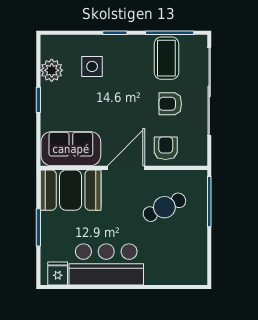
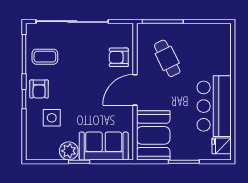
coffee table: (166, 58) -> (45, 57), width x0.73, depth x0.77
plant: (52, 70) -> (69, 151), moved
armchair: (170, 104) -> (39, 89), moved
sofa: (71, 149) -> (104, 146), moved, turned 90
door: (126, 168) -> (135, 90), hinge flipped

